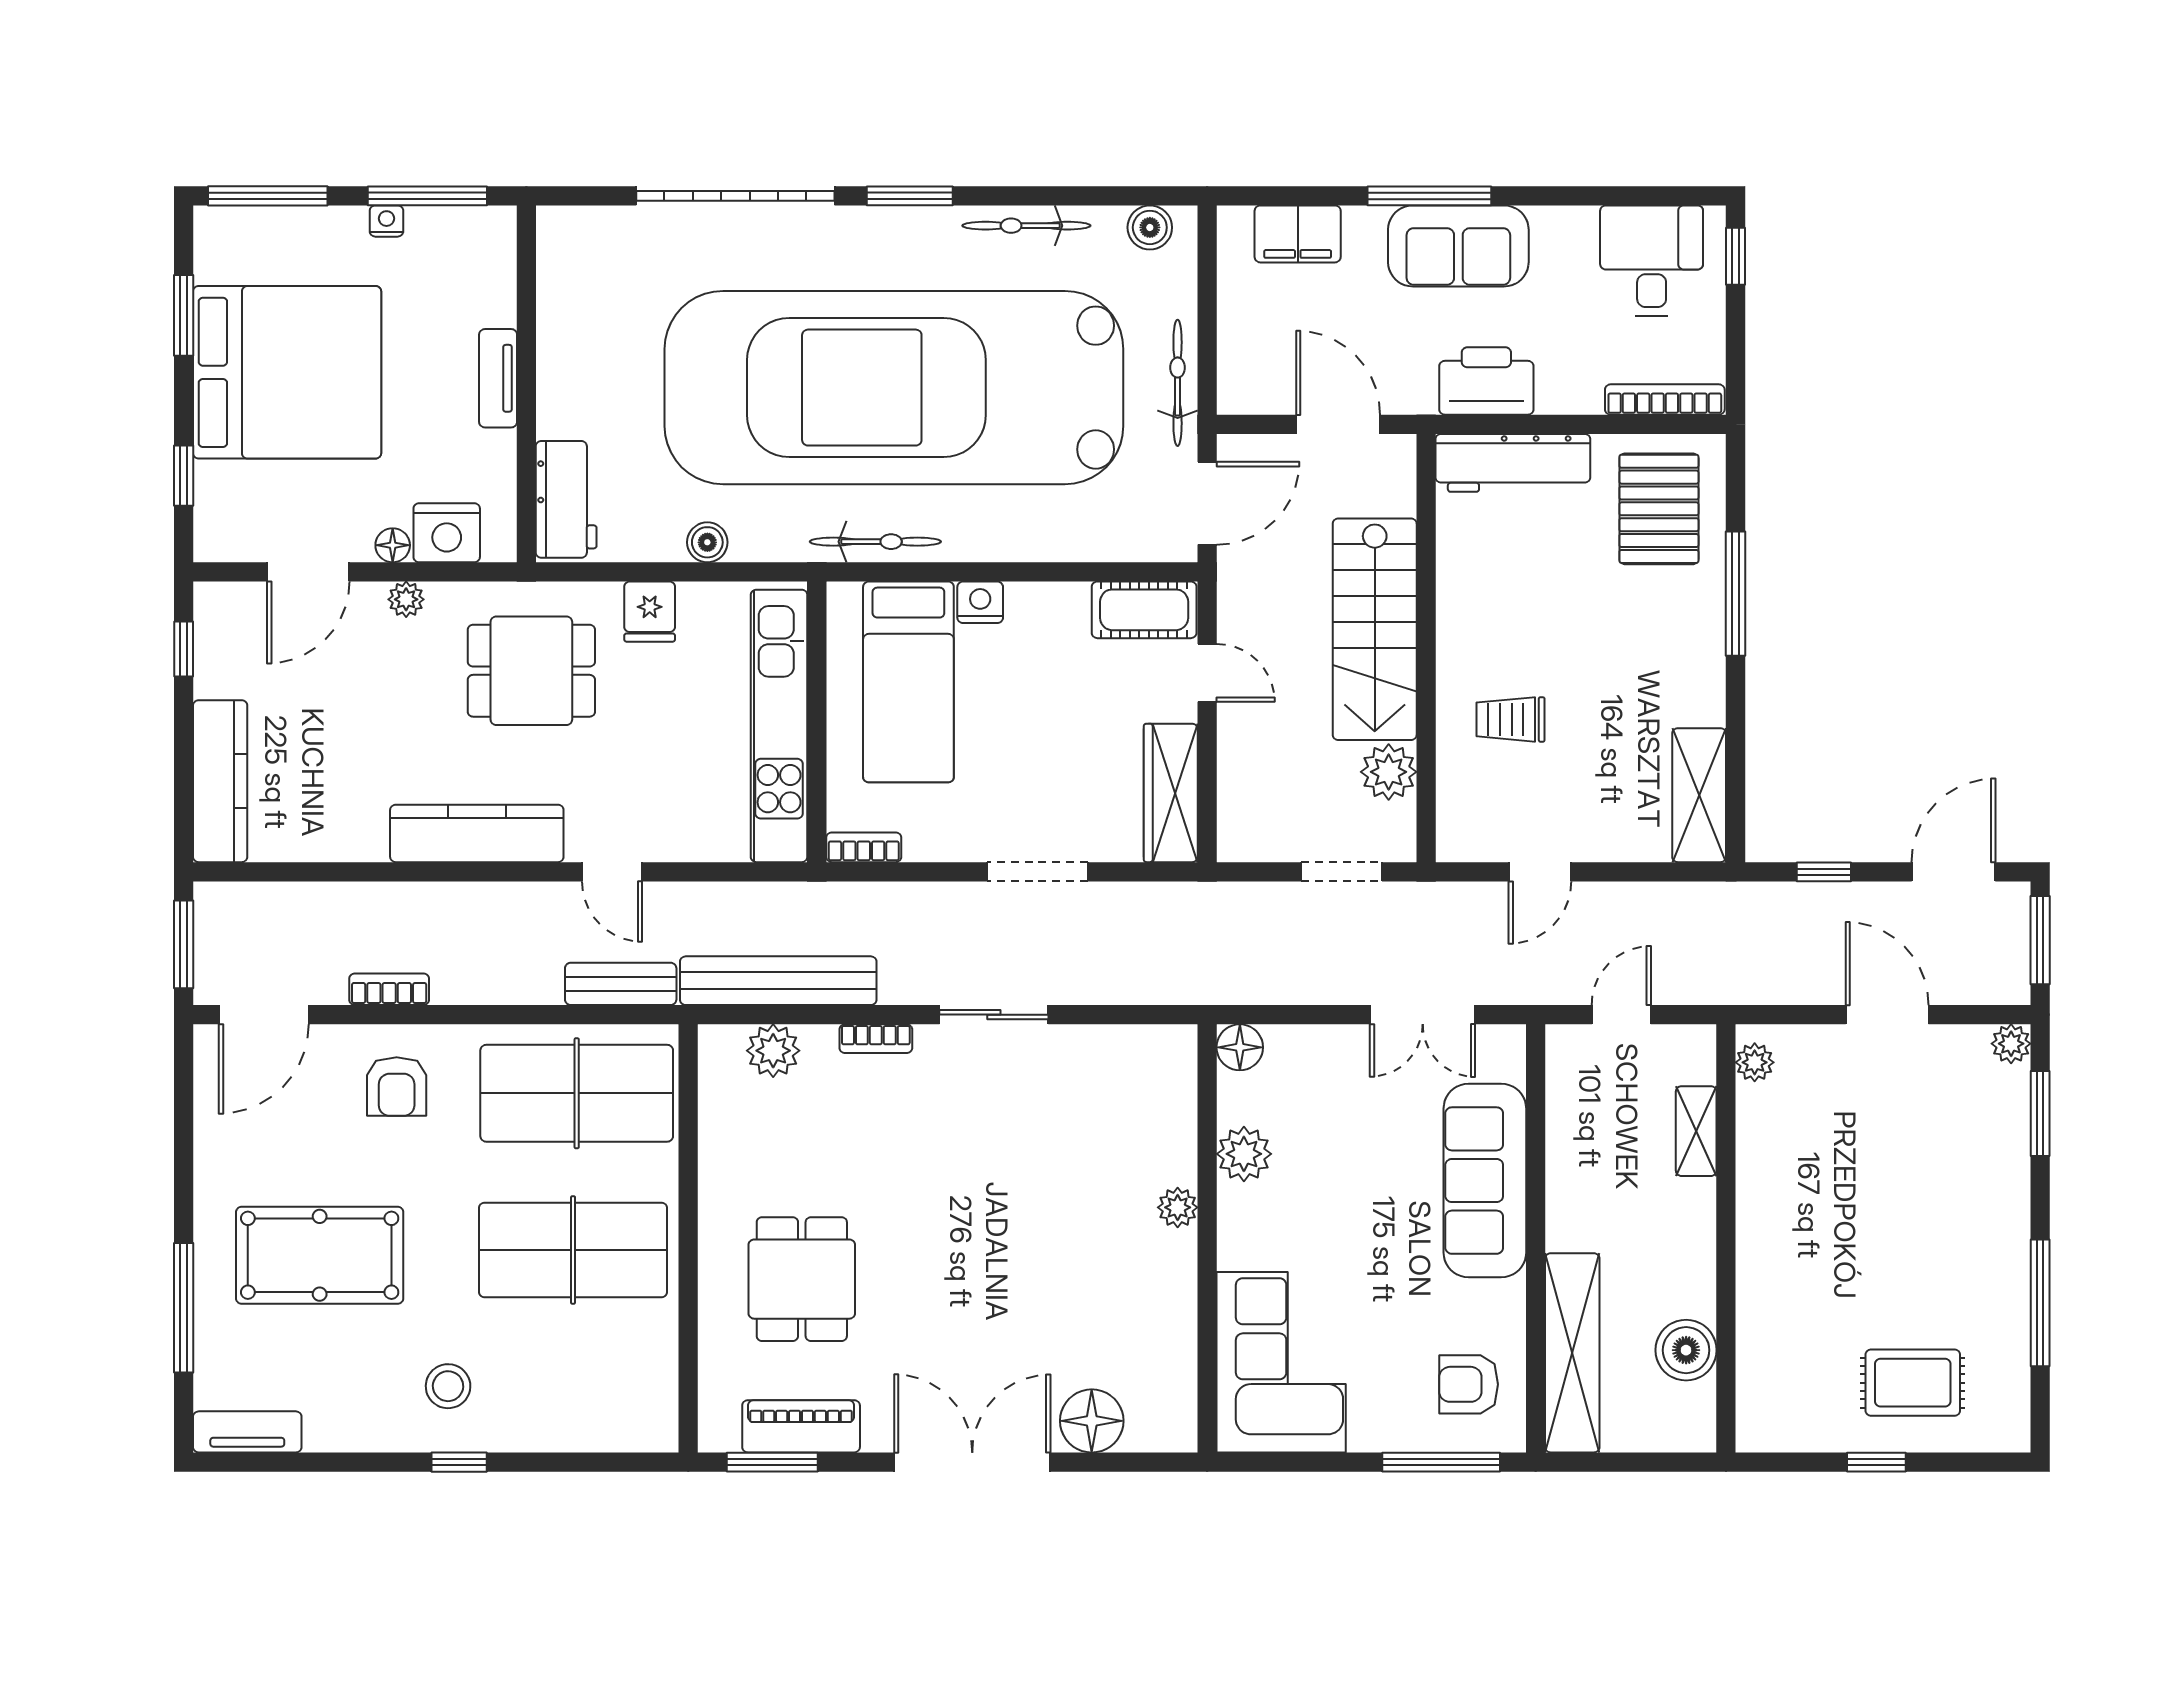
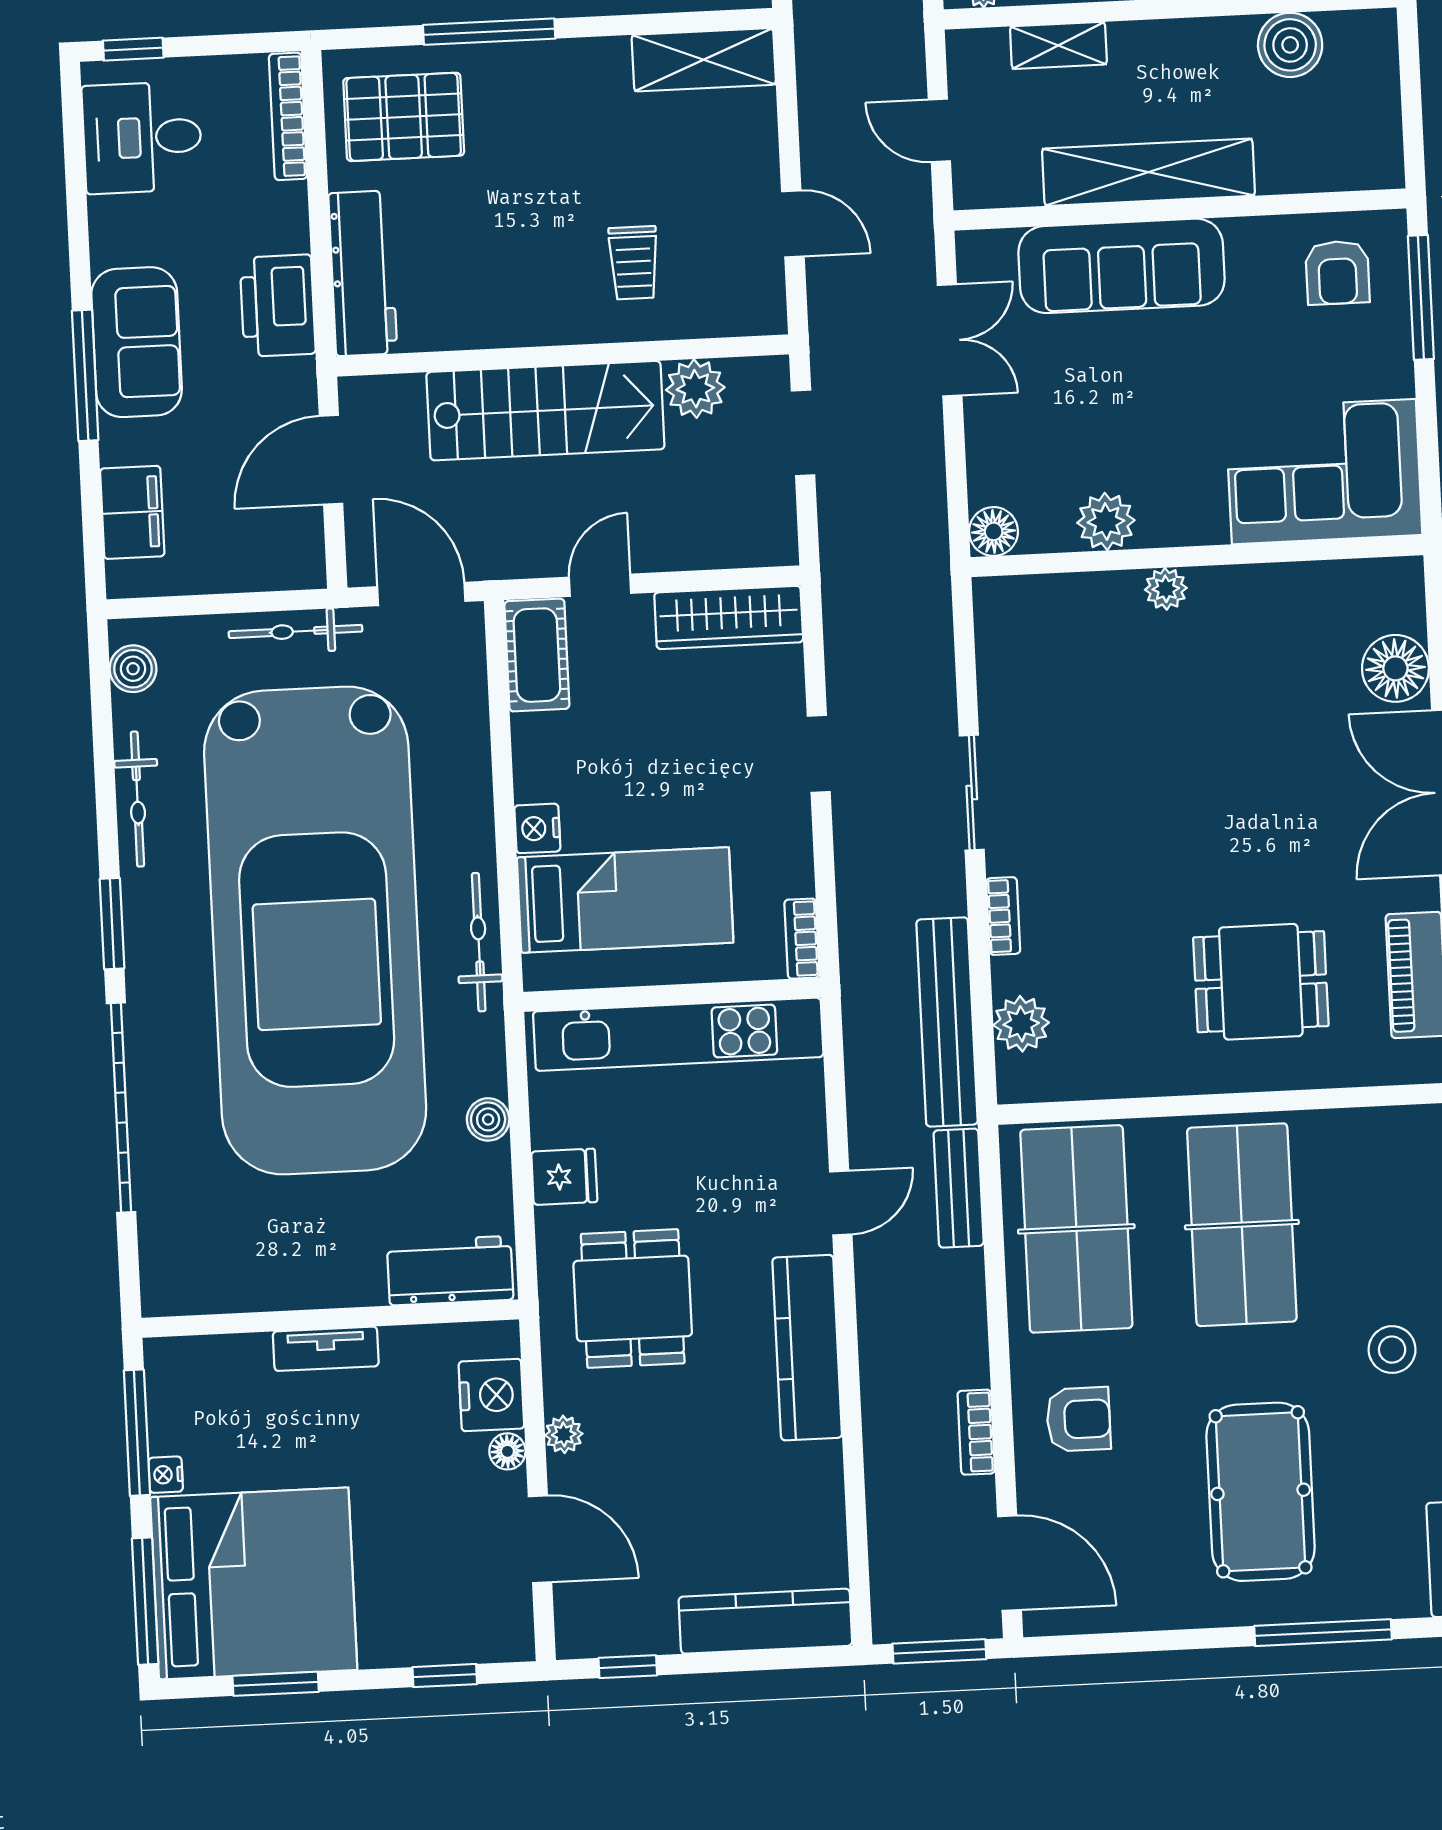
bed: (287, 372) -> (254, 1583), moved, turned 90
doorway: (1038, 872) -> (819, 754), width x0.73
shelving: (1572, 1353) -> (1148, 172), moved

